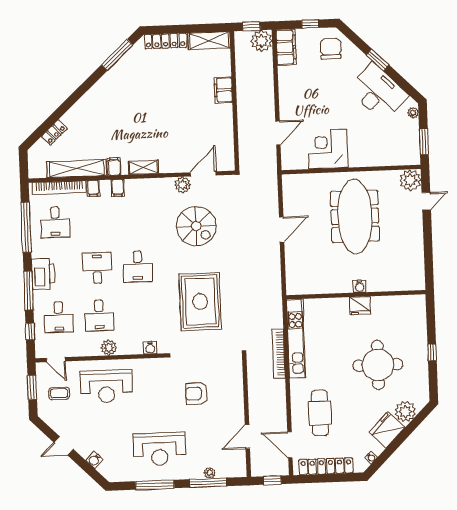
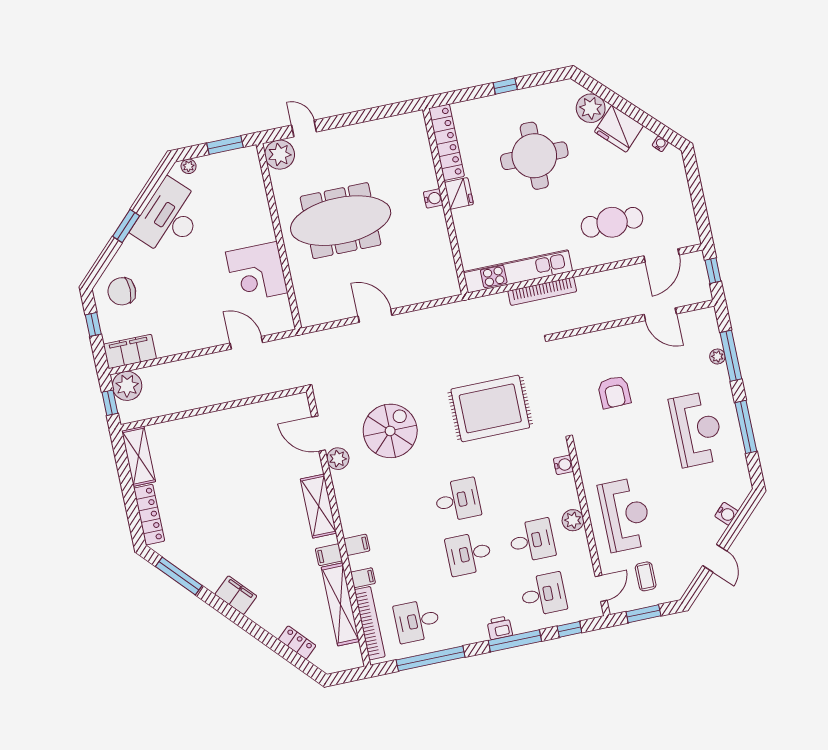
filing cabinet: (223, 90) -> (236, 595), moved, turned -133
shelving: (143, 167) -> (318, 506), width x1.50, depth x1.33
desk: (55, 222) -> (417, 621), turned 180
printer: (43, 274) -> (500, 628), width x0.53, depth x0.68
locker: (326, 466) -> (447, 142), moved, turned 180

